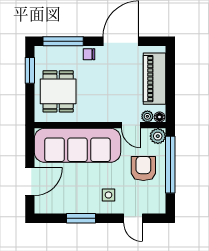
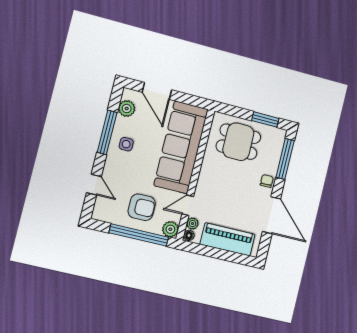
side table: (109, 195) -> (126, 144), moved
plant: (54, 206) -> (127, 109), added
window: (81, 218) -> (107, 132), width x1.44
door: (133, 218) -> (94, 185), swing flipped

